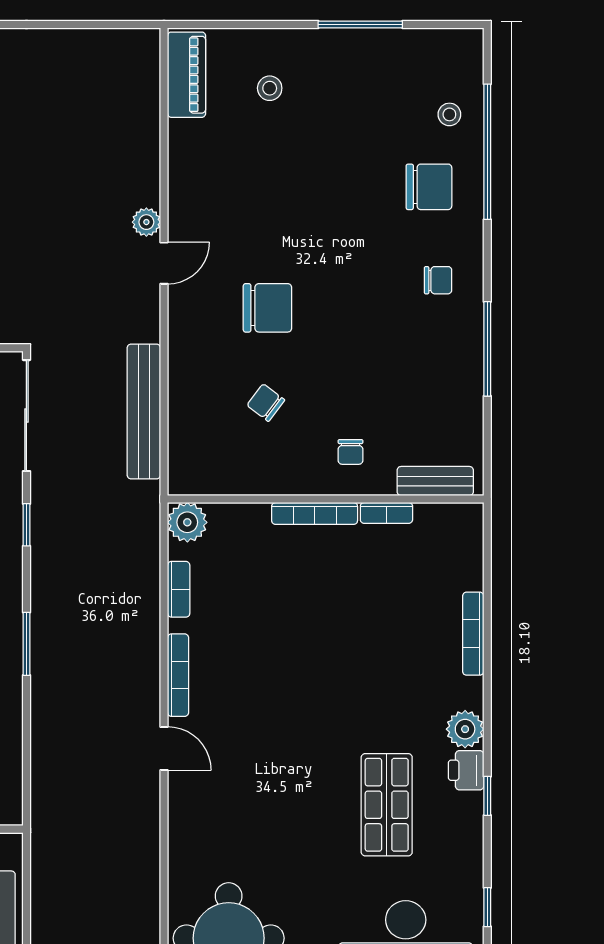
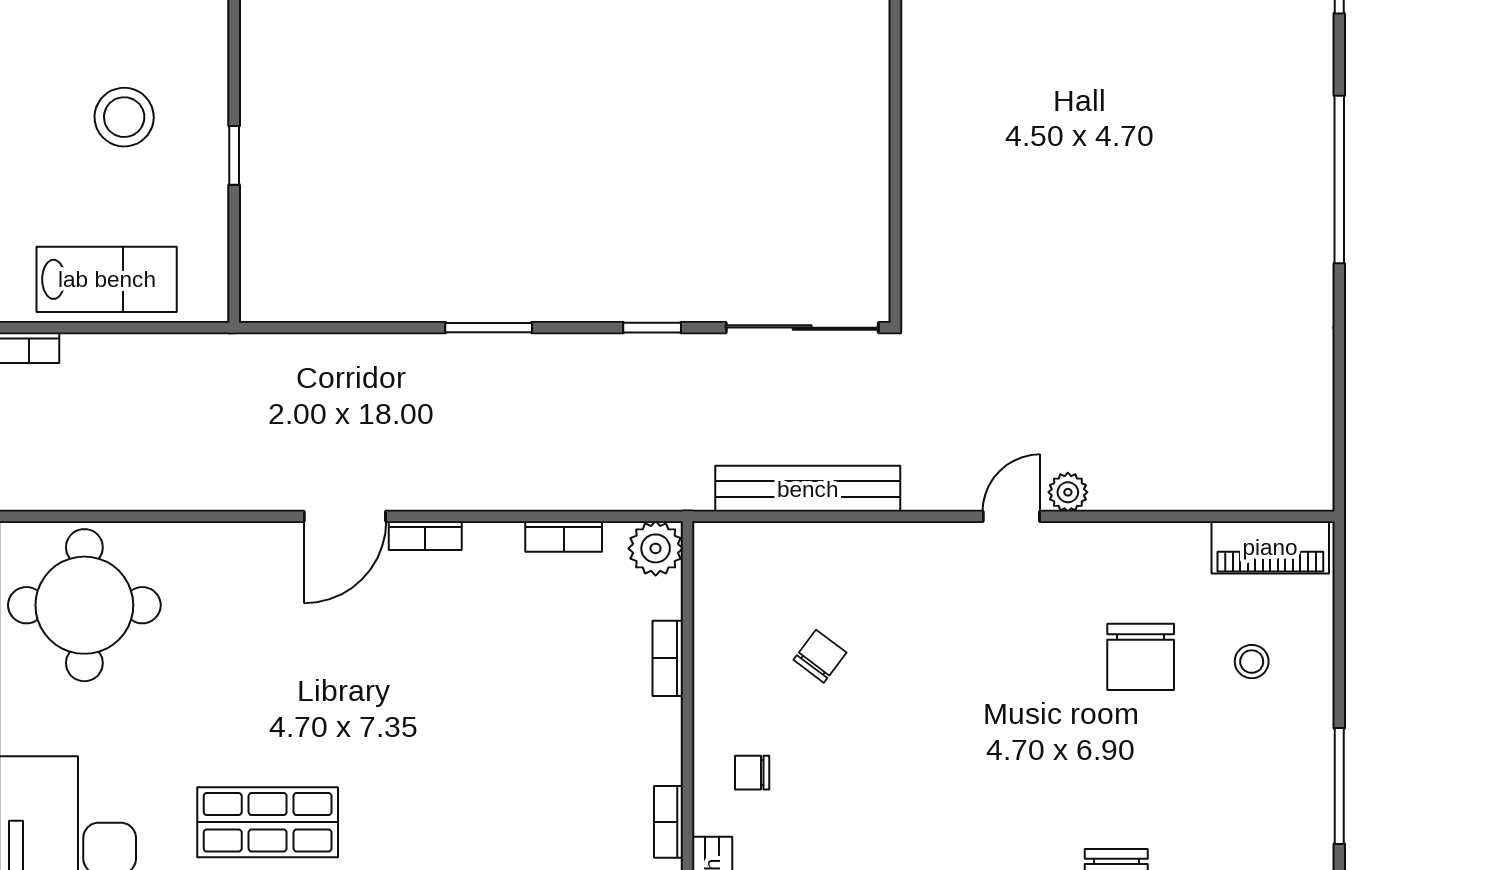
door: (164, 263) -> (1011, 516), swing flipped
chair: (267, 308) -> (1141, 657), moved
bookcase: (315, 513) -> (668, 658), moved, width x0.64
bookcase: (178, 675) -> (425, 536), width x0.64
door: (164, 749) -> (345, 516), width x1.38

